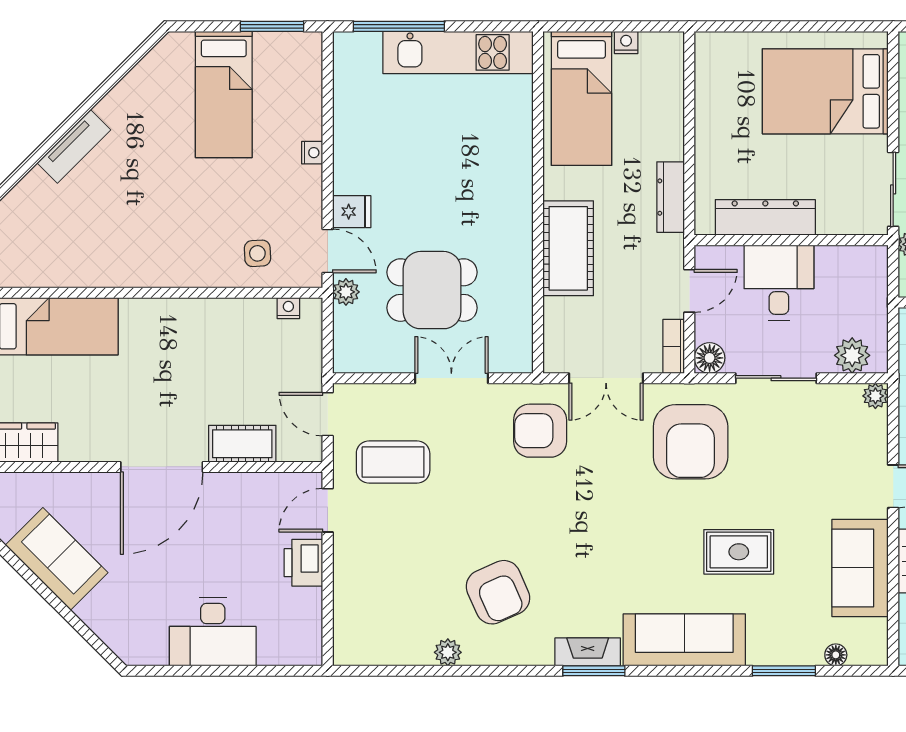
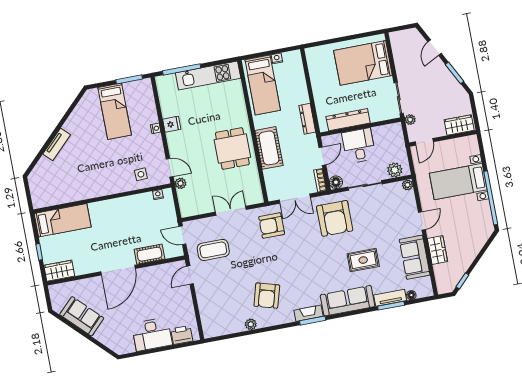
fridge: (352, 212) -> (172, 124), moved
dining table: (432, 290) -> (232, 148), moved, turned 90
printer: (303, 563) -> (182, 335), moved, turned 90
armchair: (498, 592) -> (267, 296), turned 40
tv unit: (785, 652) -> (390, 298), added

